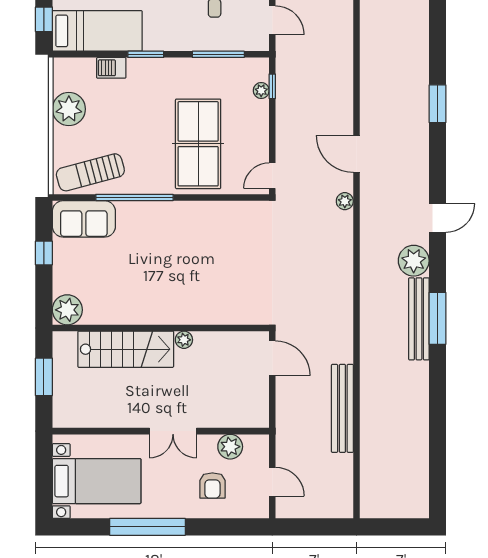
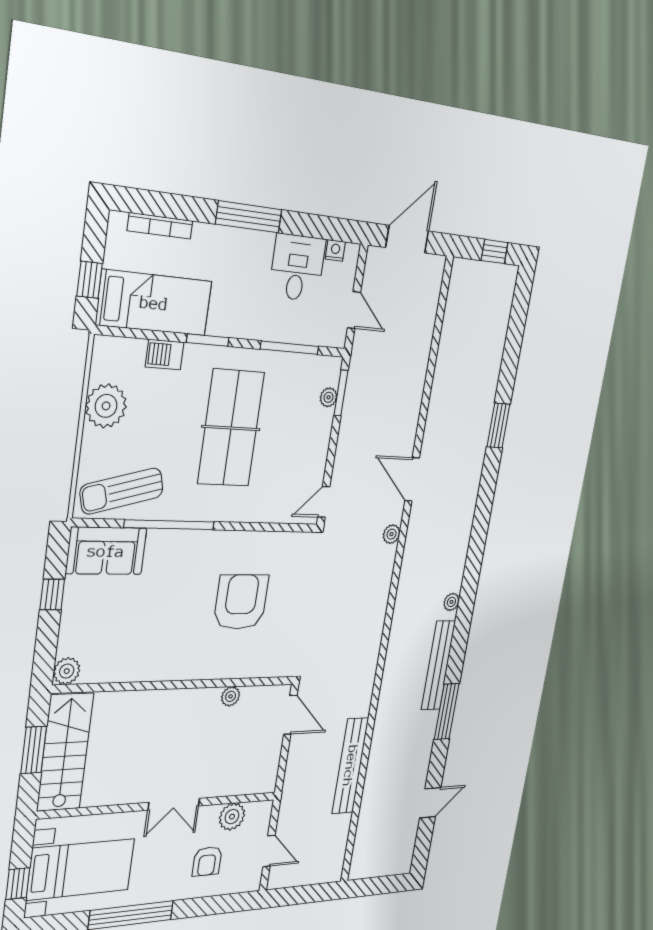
window: (272, 86) -> (341, 393), width x1.50
table tennis table: (198, 144) -> (231, 428), moved
door: (438, 218) -> (430, 803), moved
armchair: (208, 260) -> (241, 602), added
plant: (414, 261) -> (451, 602), width x0.53, depth x0.53
plant: (67, 310) -> (67, 671), width x0.73, depth x0.73
window: (438, 318) -> (447, 712), moved
plant: (184, 340) -> (231, 696), moved
stairs: (126, 349) -> (65, 752), moved, turned -90
window: (44, 488) -> (18, 884), added

